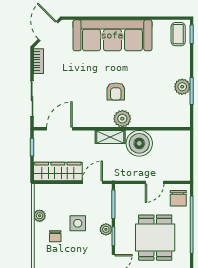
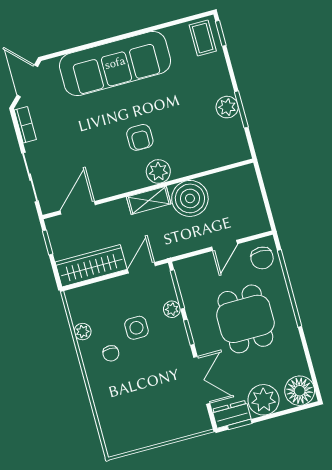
plant: (106, 229) -> (172, 309), moved

